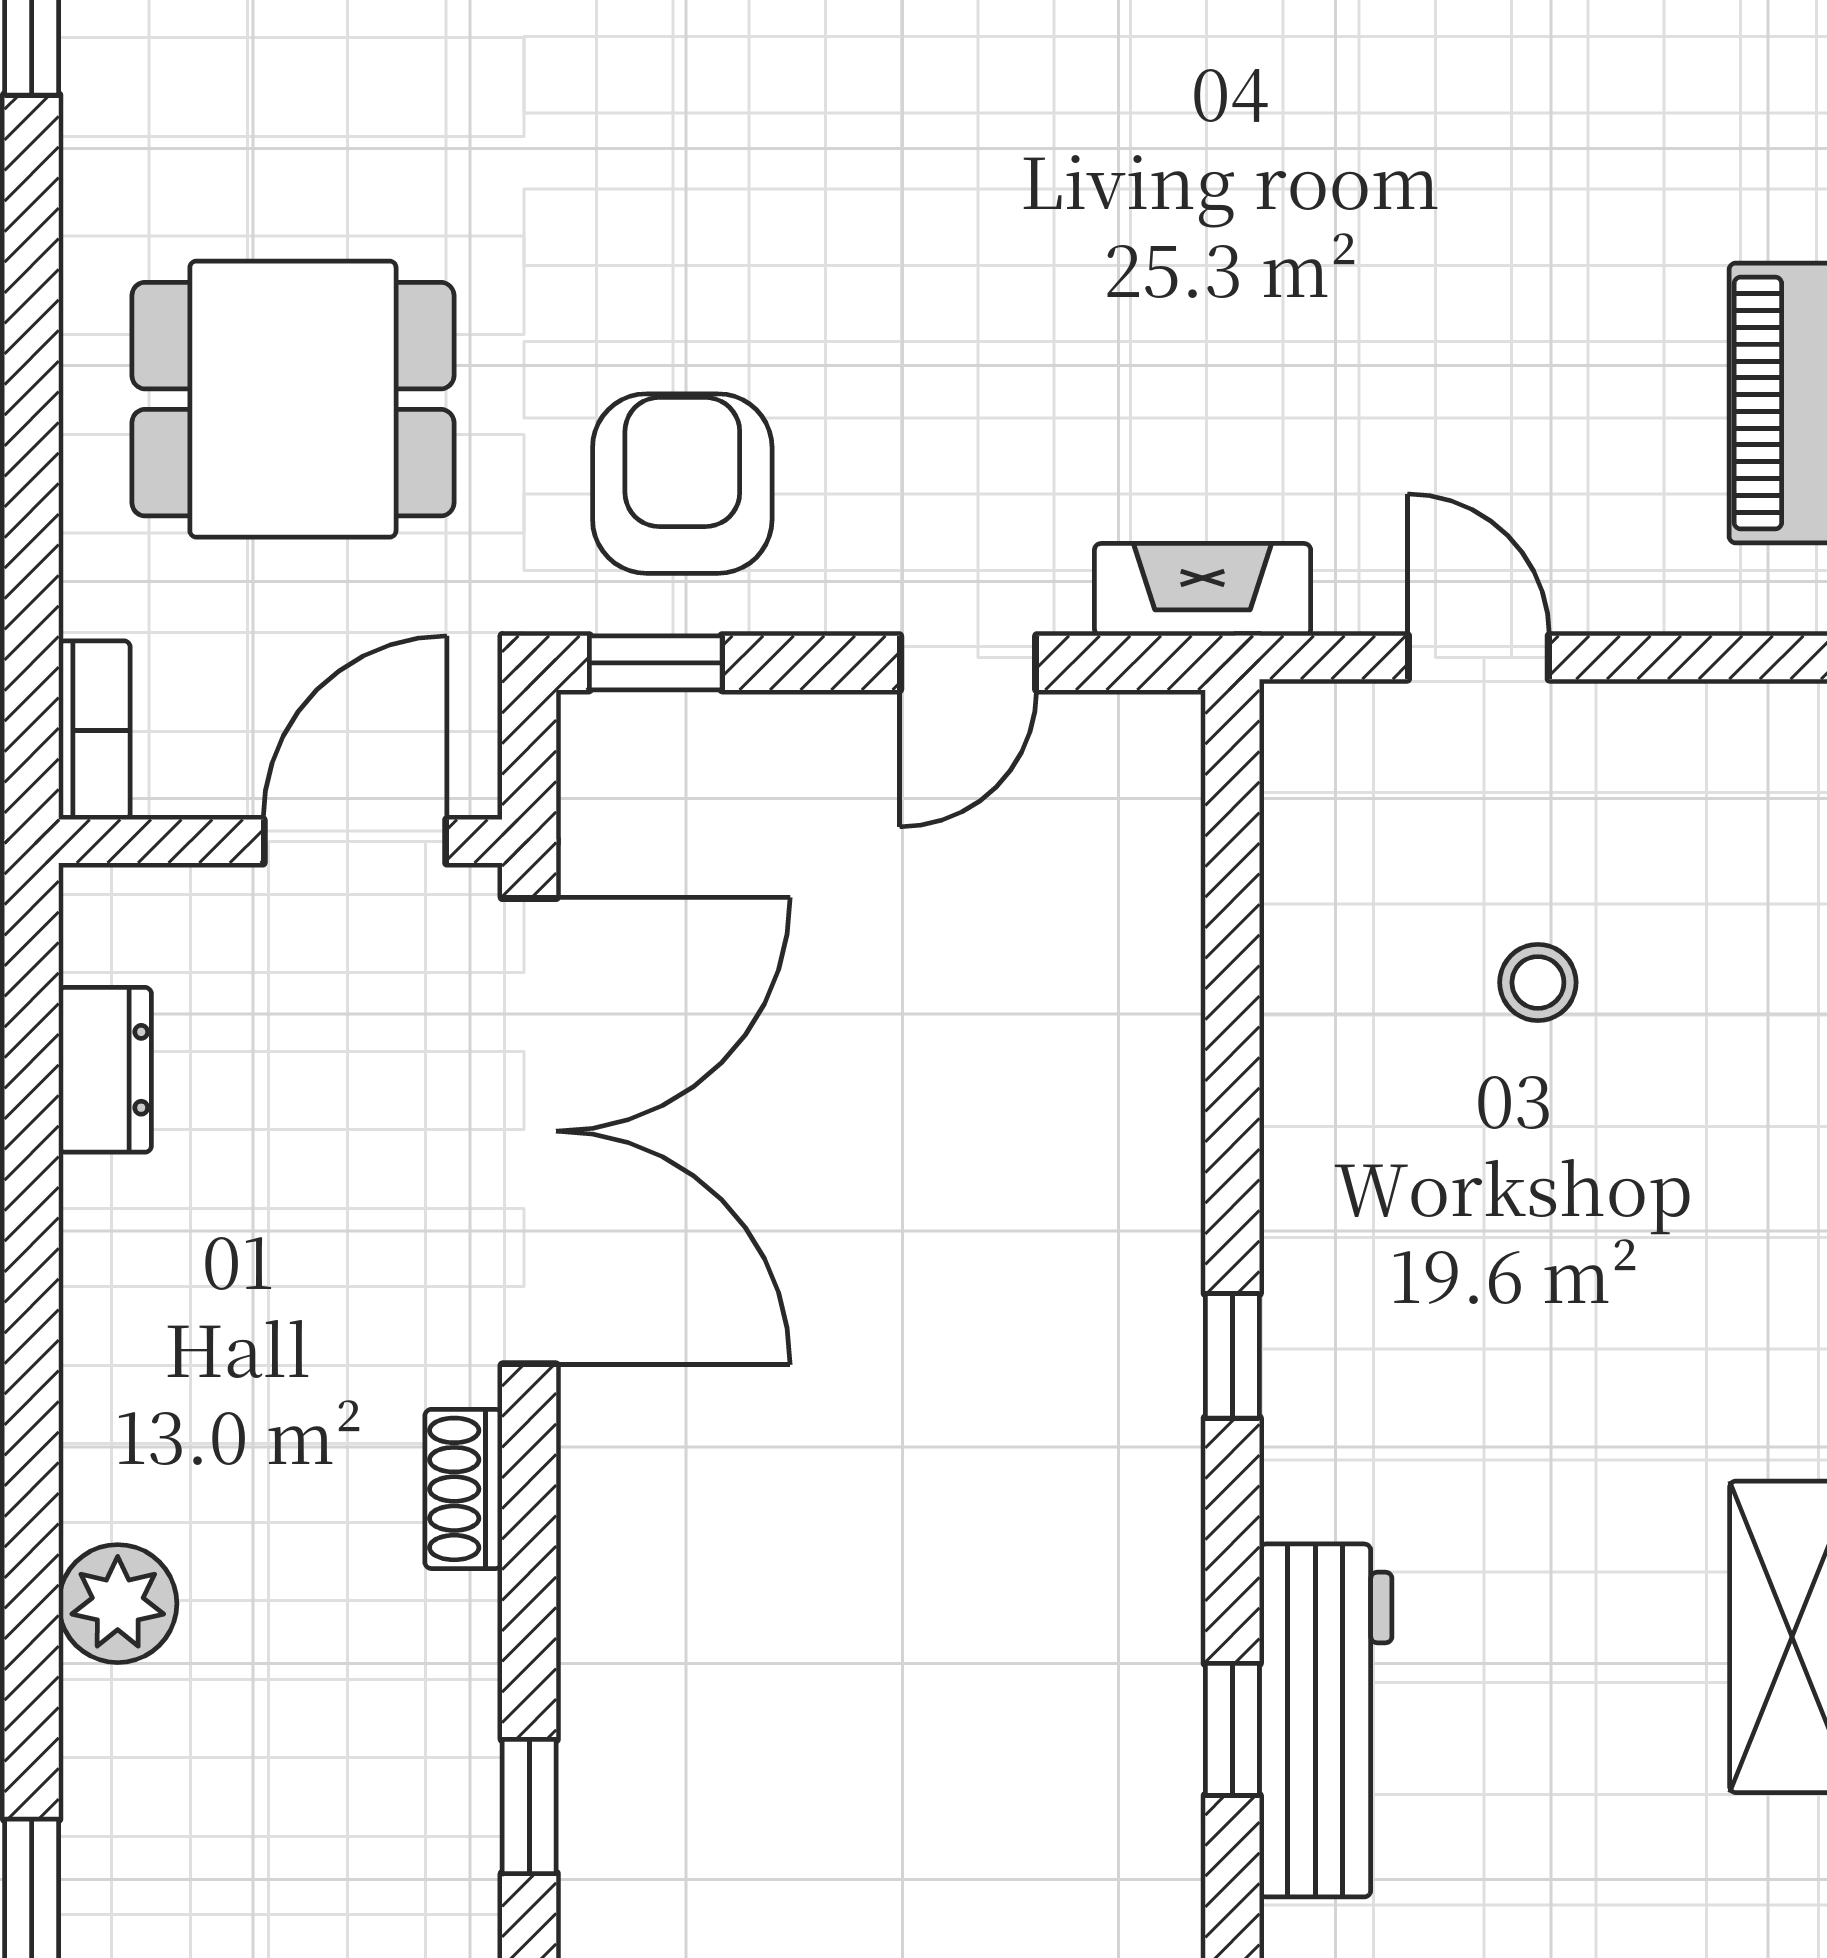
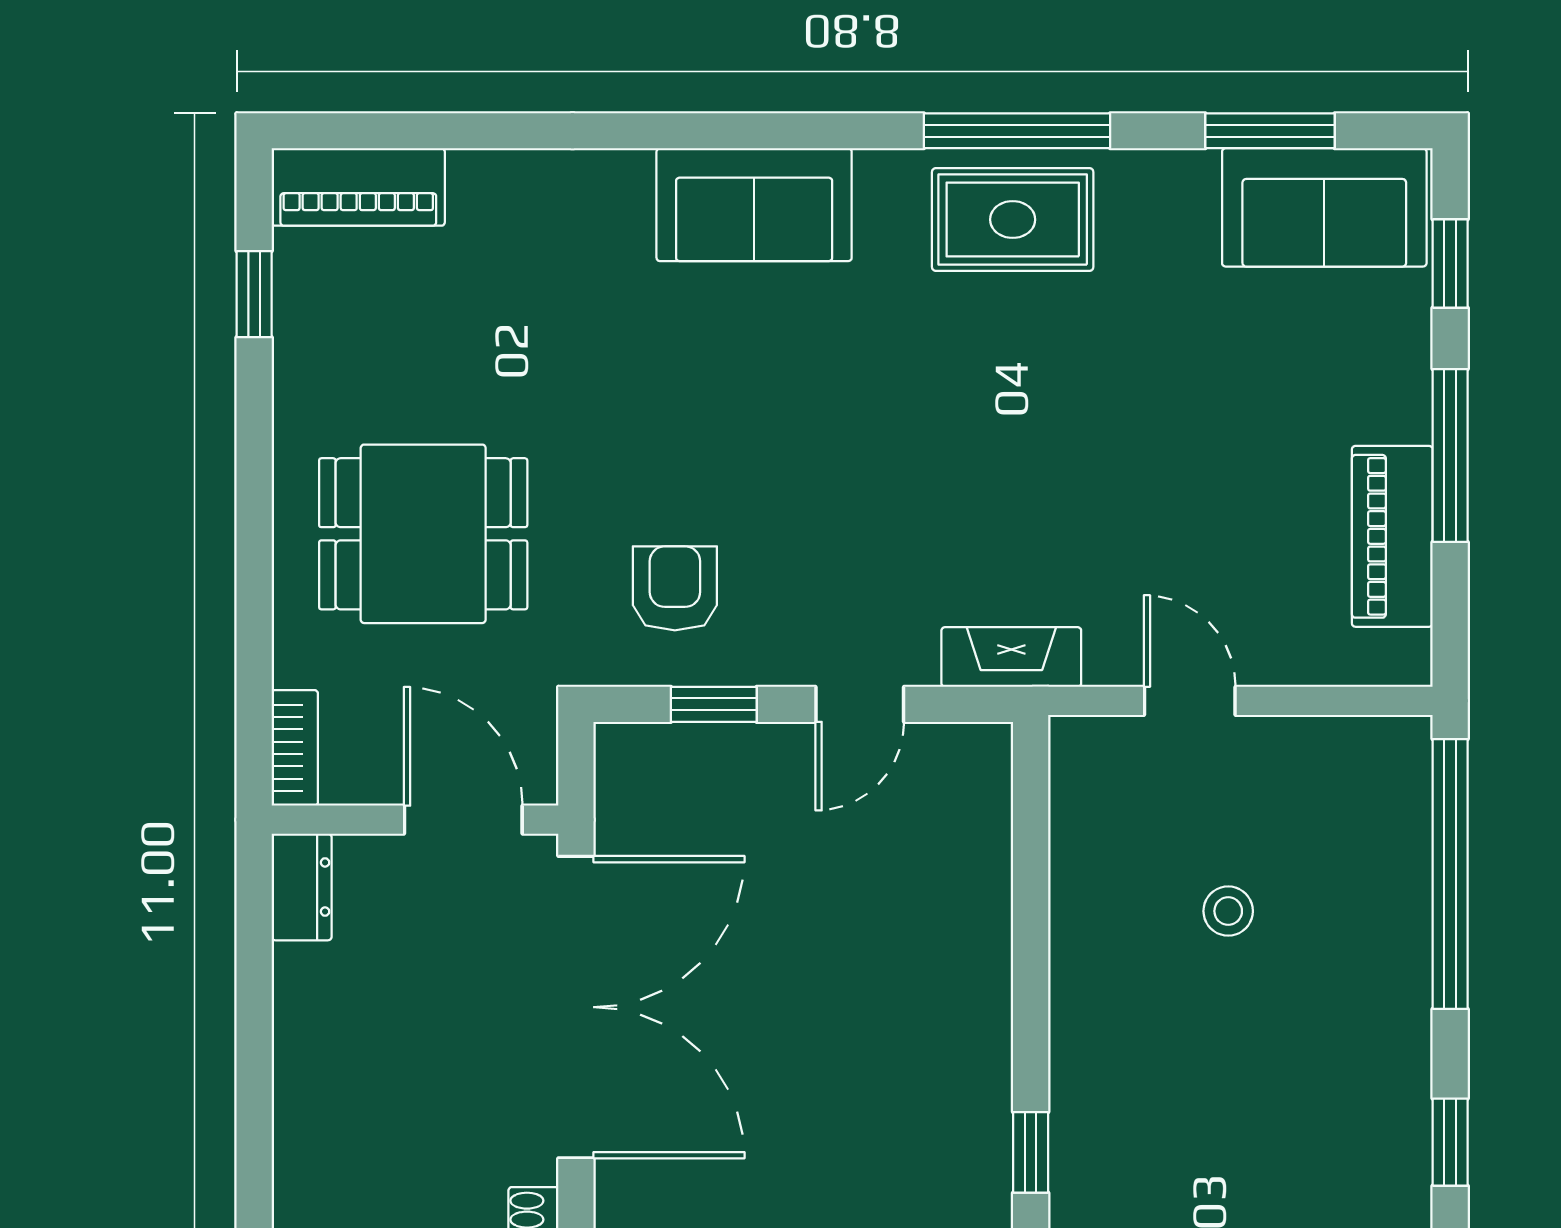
armchair: (682, 484) -> (675, 588), width x0.72, depth x0.72
window: (656, 663) -> (714, 704), moved
door: (355, 841) -> (463, 820), hinge flipped
dresser: (105, 1070) -> (302, 887), moved

